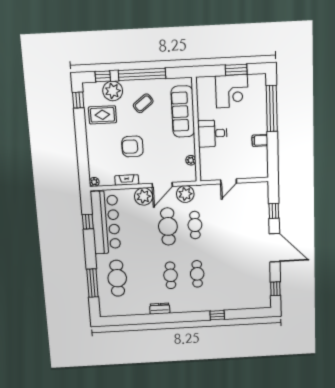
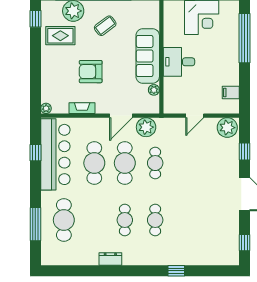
sofa: (183, 112) -> (148, 56), moved
filing cabinet: (260, 140) -> (231, 93), moved
plant: (144, 197) -> (227, 128), moved
cafe table: (141, 228) -> (94, 163), added

